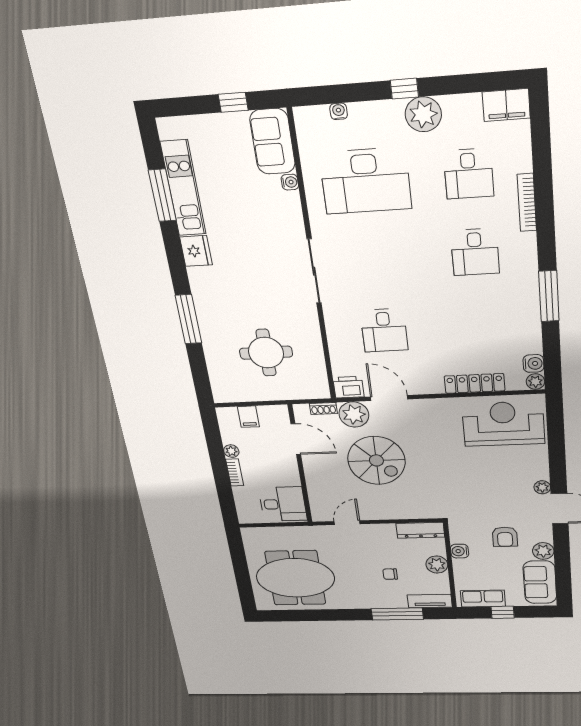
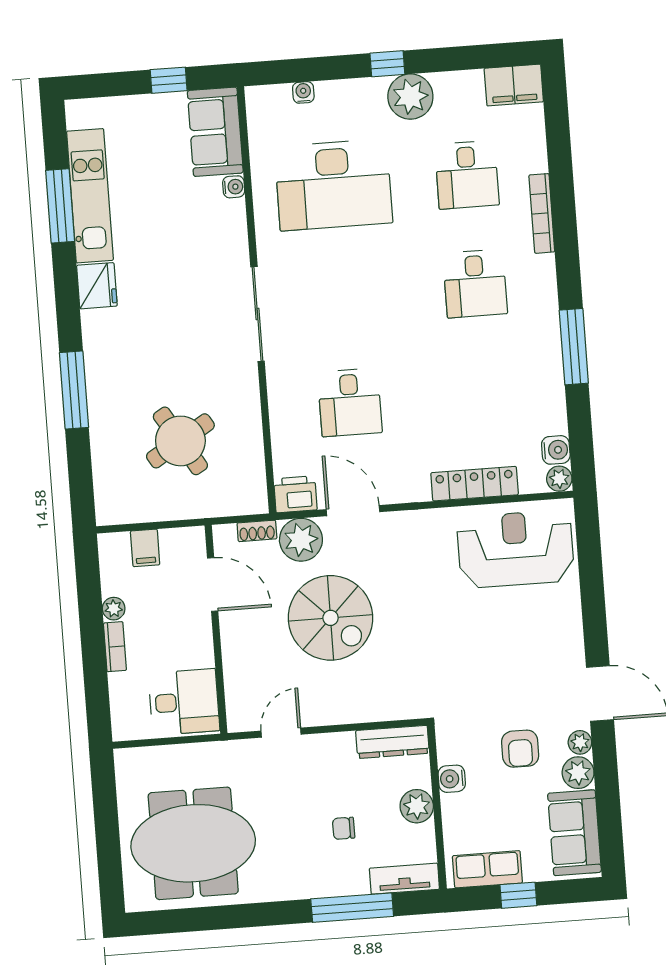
round table: (266, 353) -> (180, 441), turned -31
plant: (542, 487) -> (580, 742), moved

